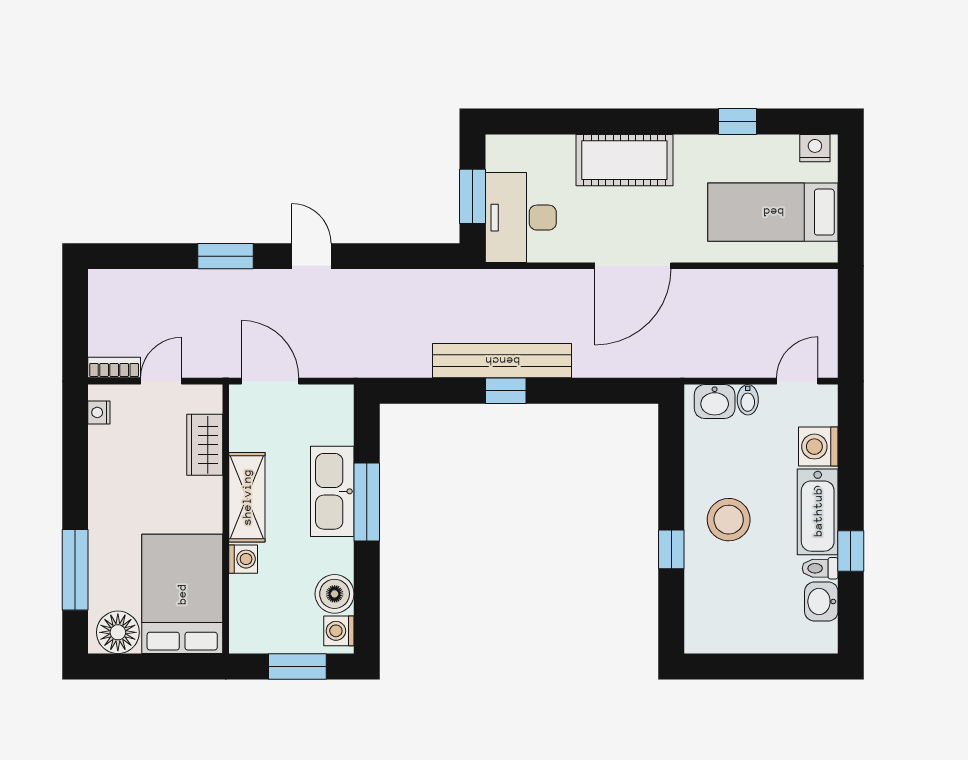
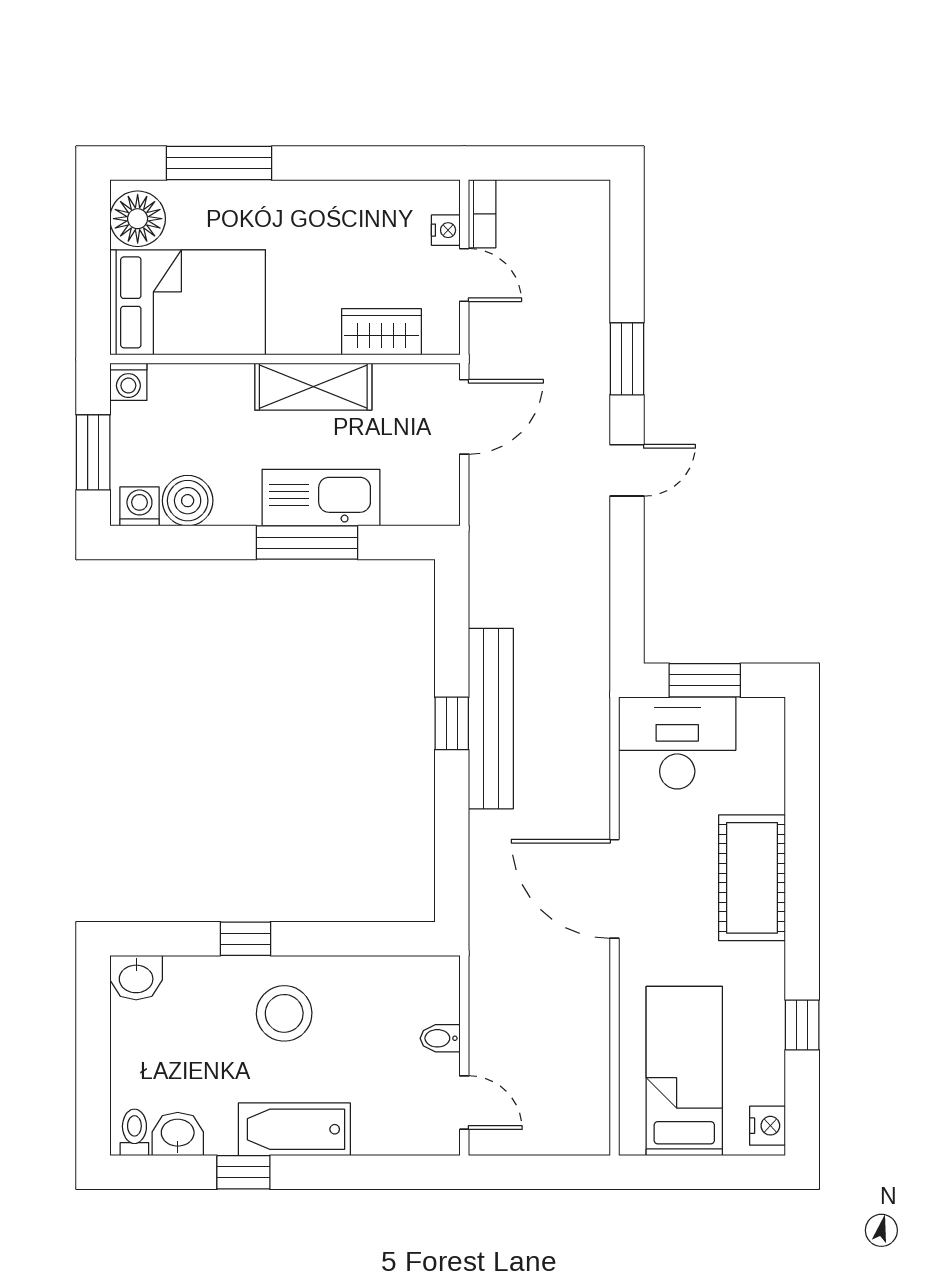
washbasin: (715, 401) -> (136, 978), moved, turned -90
nightstand: (99, 412) -> (446, 230), moved, turned 90
washing machine: (818, 447) -> (379, 1130), removed
washing machine: (243, 559) -> (128, 382), moved
toilet: (820, 568) -> (134, 1132), moved

